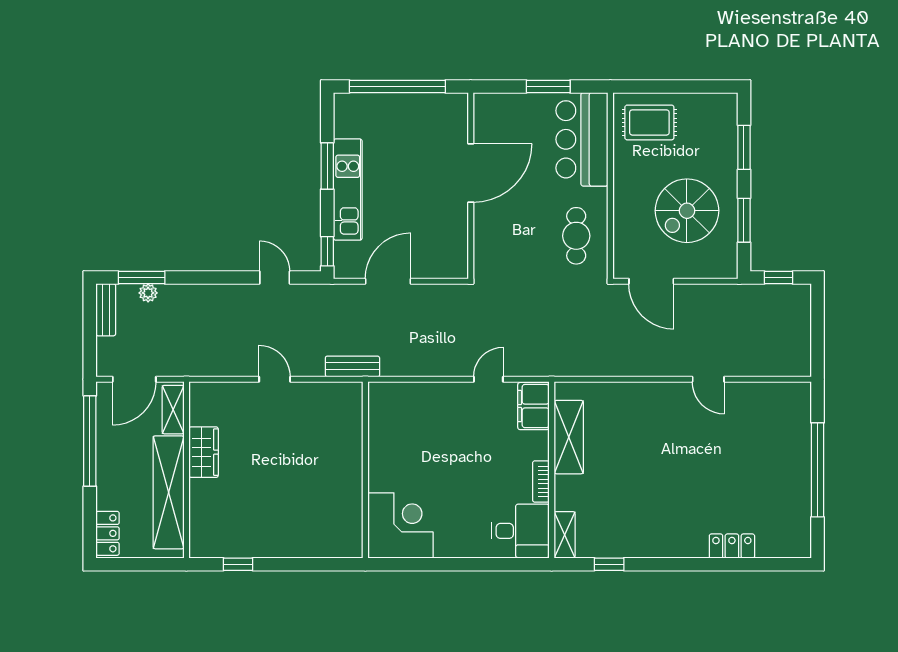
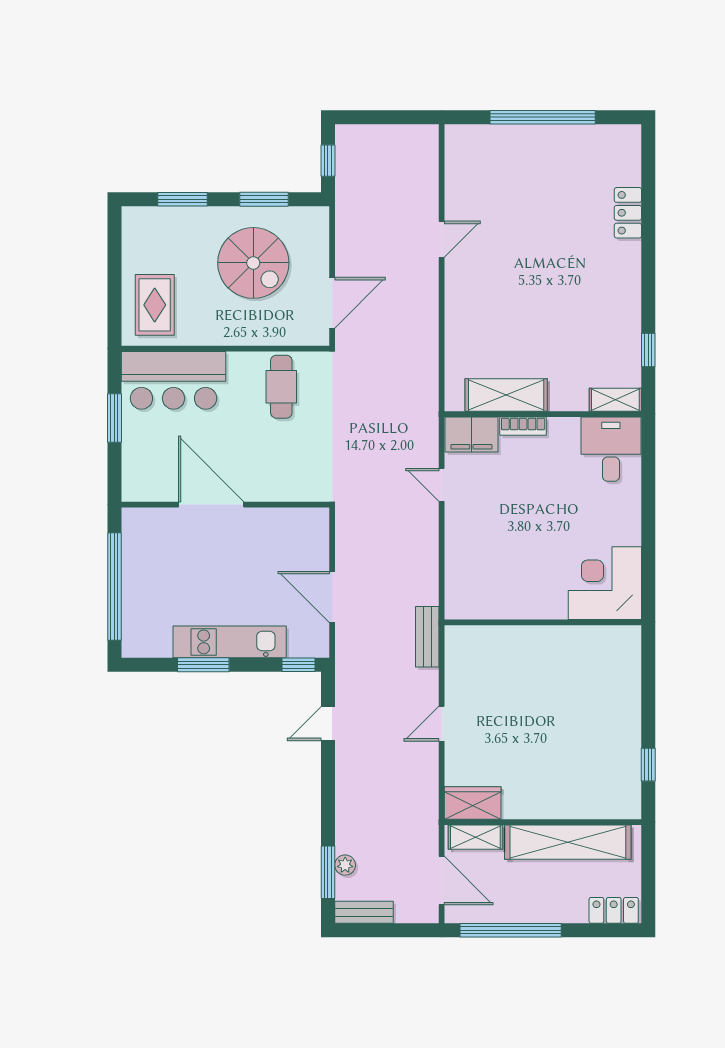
cafe table: (576, 236) -> (281, 387), turned 90
wardrobe: (204, 452) -> (473, 803), moved
bookcase: (541, 482) -> (523, 426), moved

